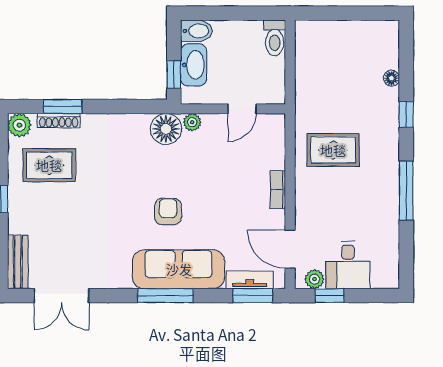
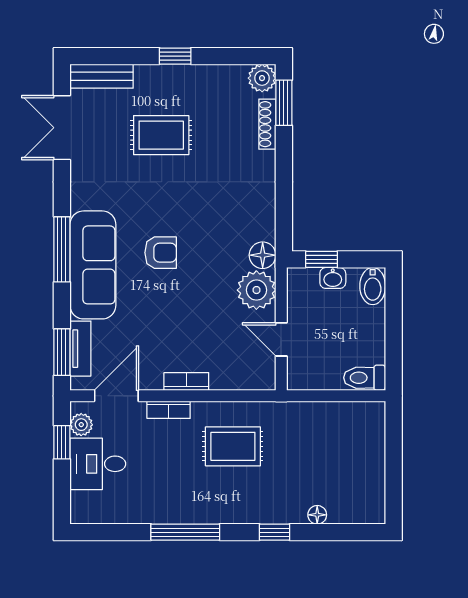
washbasin: (194, 65) -> (333, 278), width x0.52, depth x0.69
window: (63, 107) -> (284, 103), moved
plant: (192, 122) -> (256, 290), width x1.88, depth x1.88
floor lamp: (166, 129) -> (263, 255), width x0.73, depth x0.73
rug: (333, 150) -> (233, 446), turned 90
rug: (49, 165) -> (161, 135), moved, turned 90
bookcase: (302, 205) -> (169, 410), added

